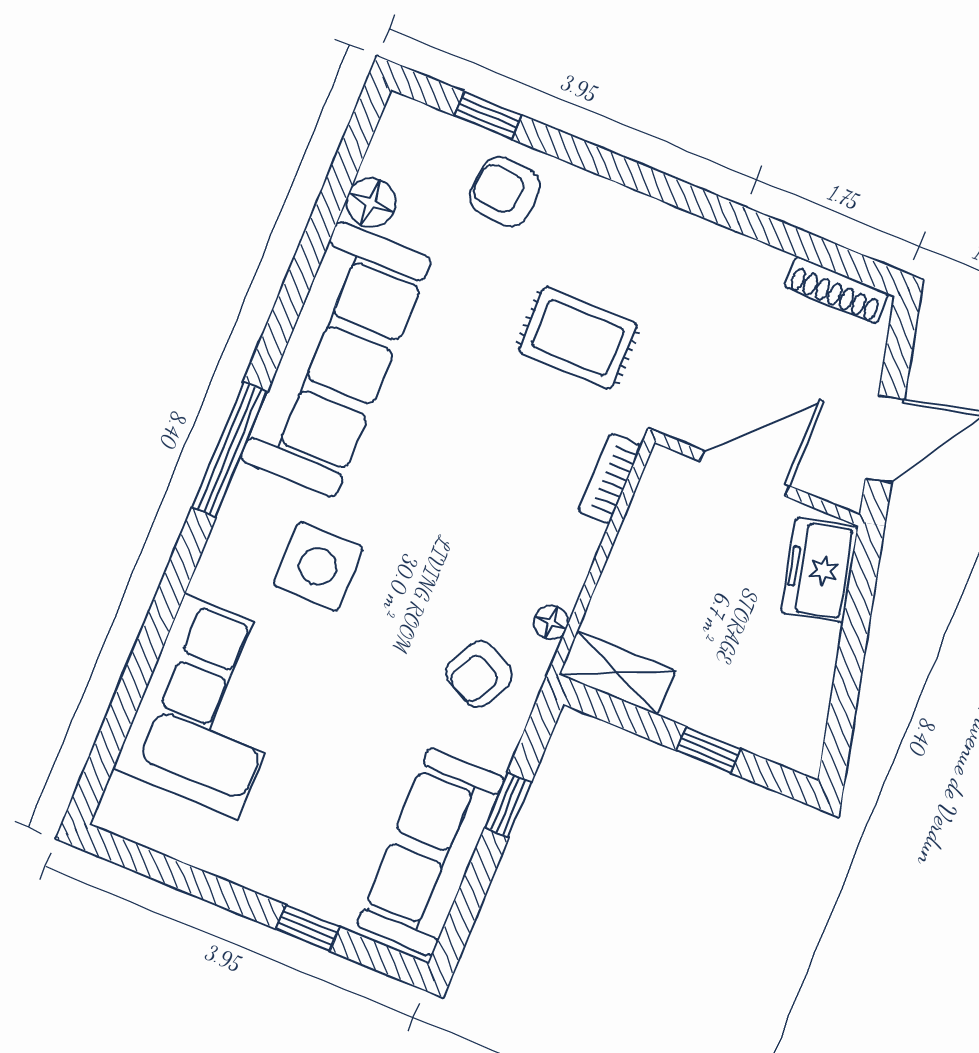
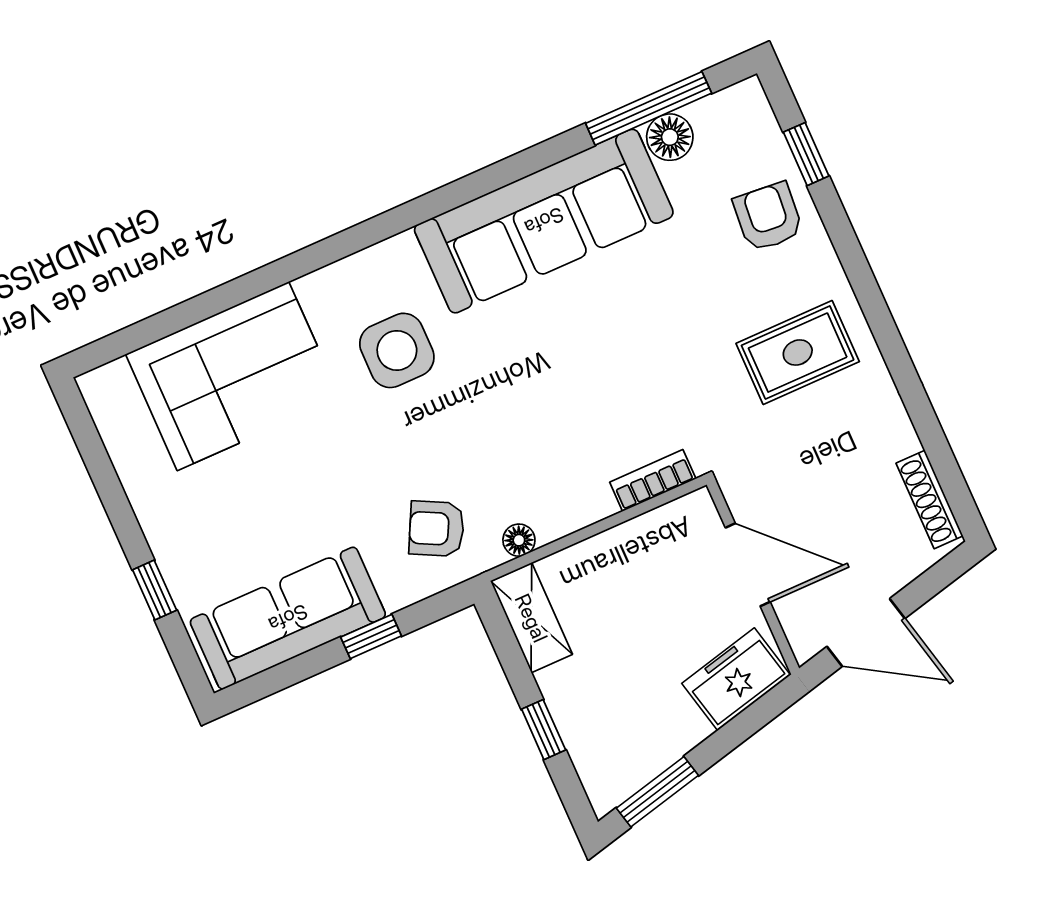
rug: (578, 338) -> (798, 353), moved, turned 90
window: (230, 449) -> (649, 108), moved
window: (842, 714) -> (657, 792), added

